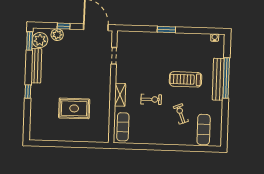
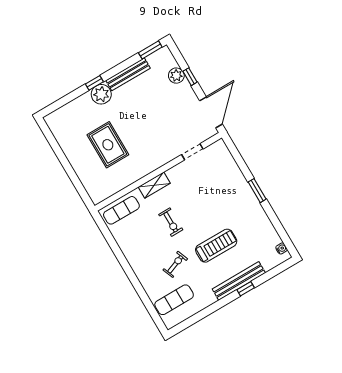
plant: (40, 40) -> (101, 94), moved
window: (226, 78) -> (246, 289), width x0.32
treadmill: (186, 79) -> (216, 246), turned 90

